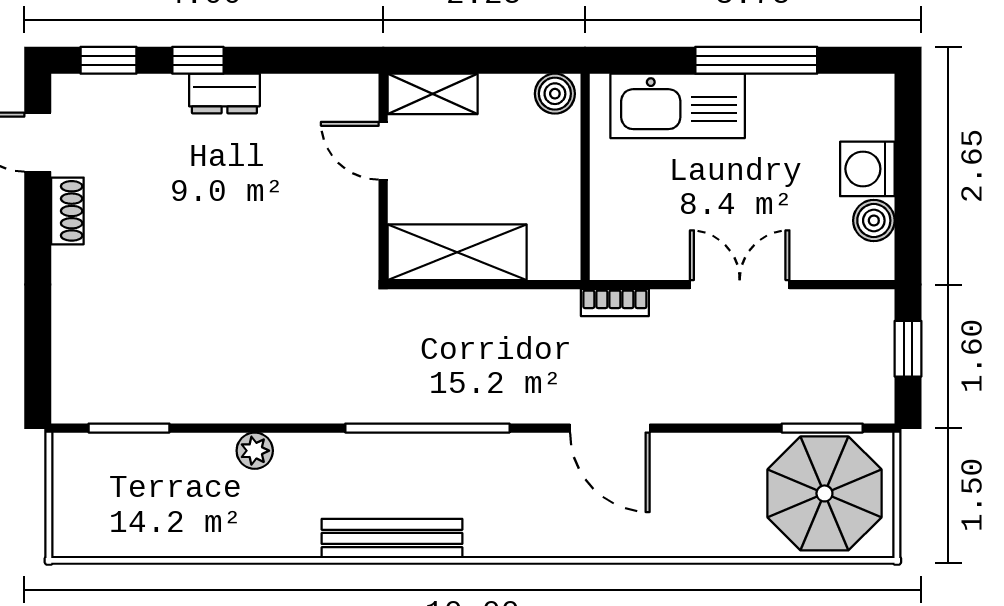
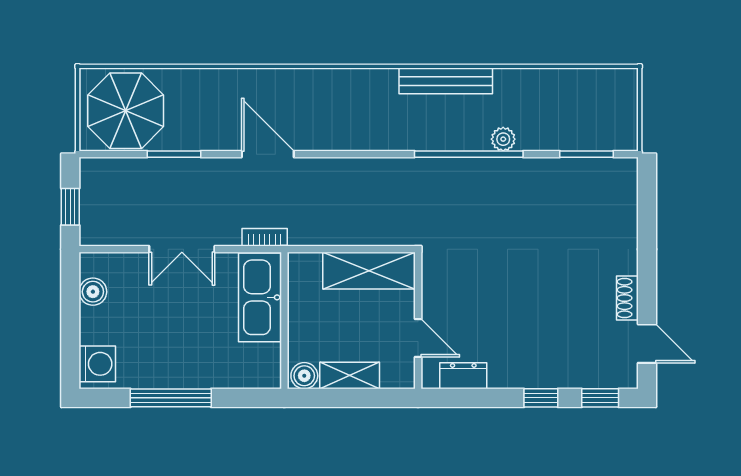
dresser: (224, 94) -> (463, 376), moved
shelving: (433, 94) -> (350, 376), moved
kitchen sink: (678, 106) -> (260, 297), moved, turned -90
washing machine: (867, 169) -> (97, 364), moved
window: (427, 428) -> (469, 154), moved
window: (822, 428) -> (174, 154), moved
bench: (392, 538) -> (446, 81), moved

